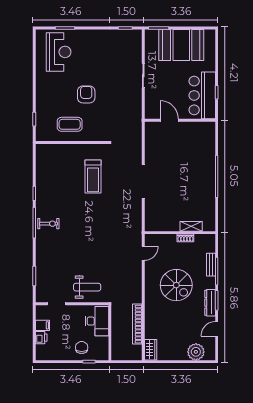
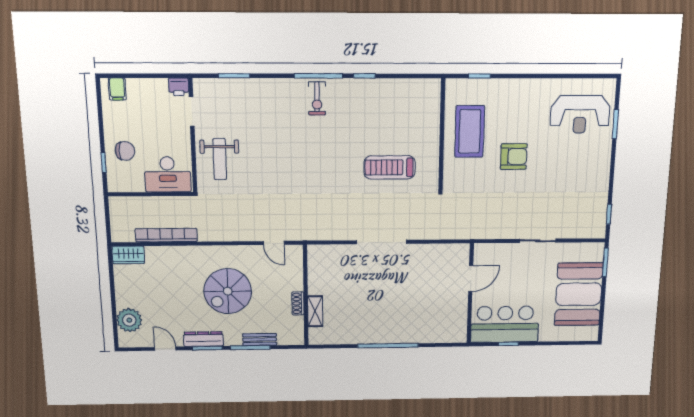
coffee table: (70, 124) -> (470, 131), width x1.36, depth x1.32
filing cabinet: (42, 325) -> (117, 89), moved
printer: (41, 338) -> (179, 87), moved

